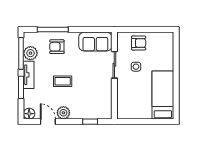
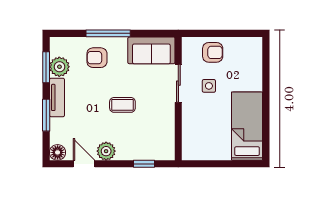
window: (53, 30) -> (108, 33), moved
window: (21, 53) -> (46, 67), width x0.69
coffee table: (63, 81) -> (122, 105), moved

